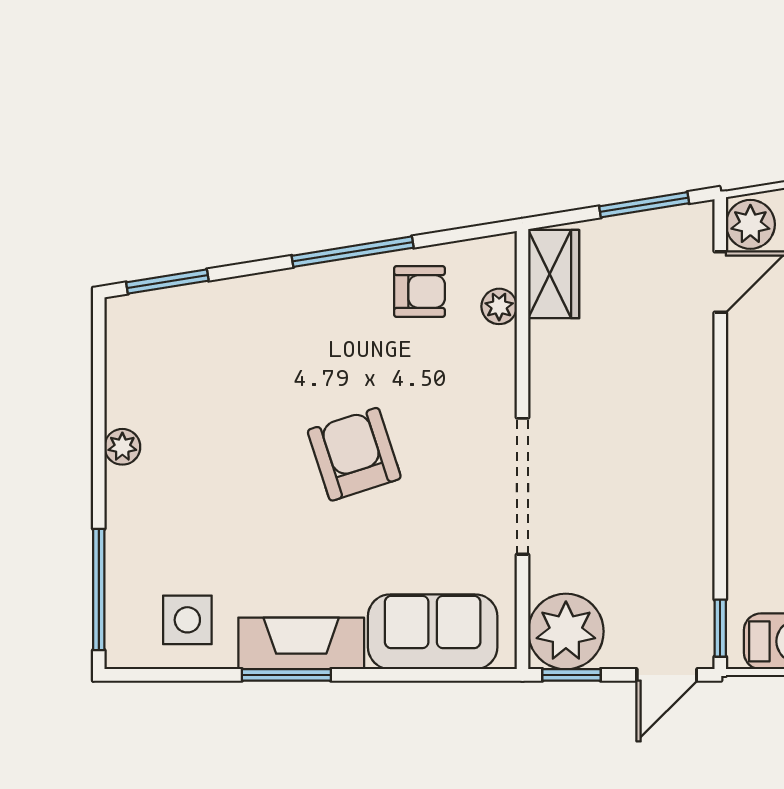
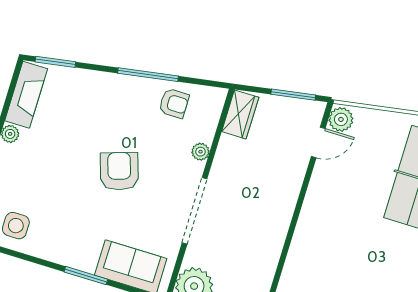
plant: (499, 306) -> (200, 152), moved
fireplace: (301, 643) -> (26, 95), moved, turned 90
window: (286, 675) -> (86, 276), moved

